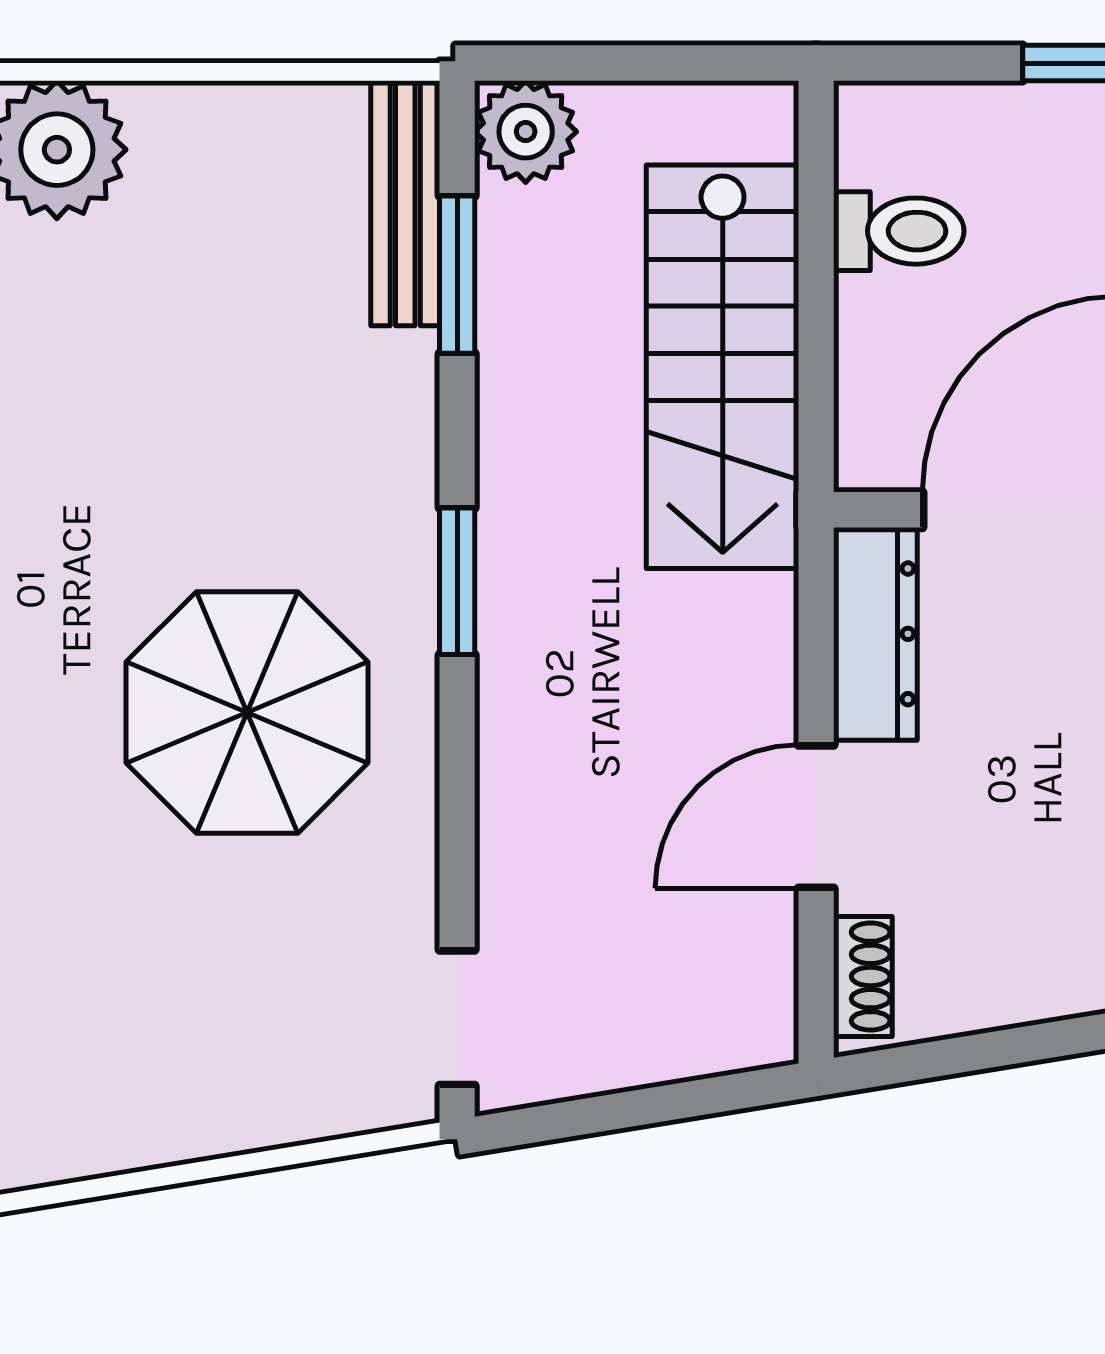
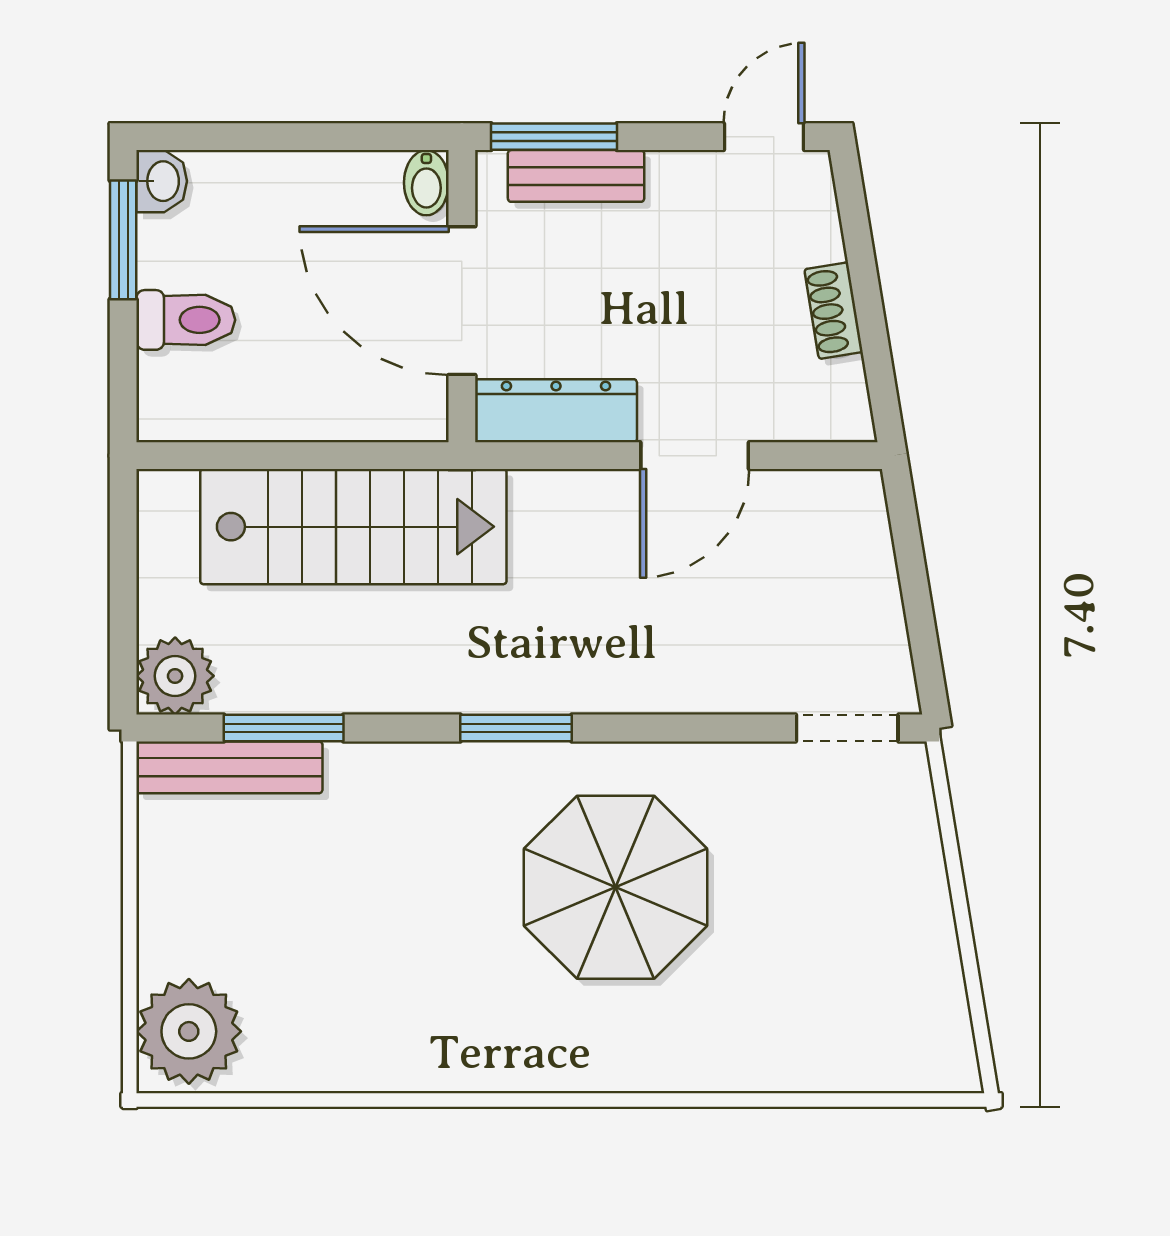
toilet: (899, 231) -> (186, 320), moved, turned 90
door: (816, 817) -> (695, 456), hinge flipped
shoe rack: (863, 976) -> (834, 311), moved, turned -99

